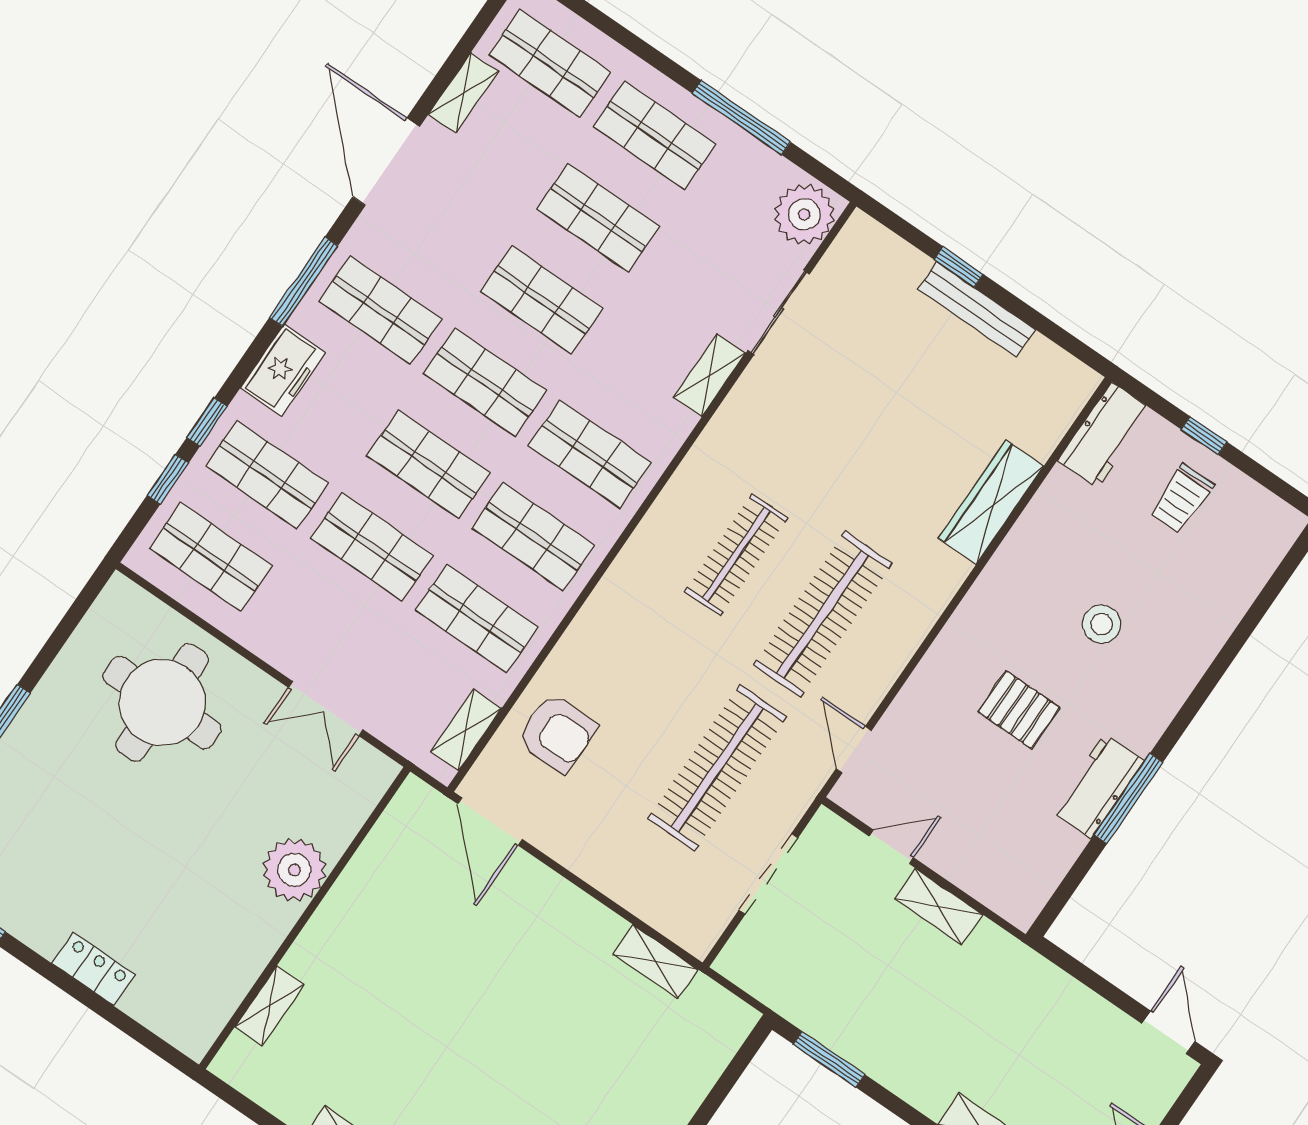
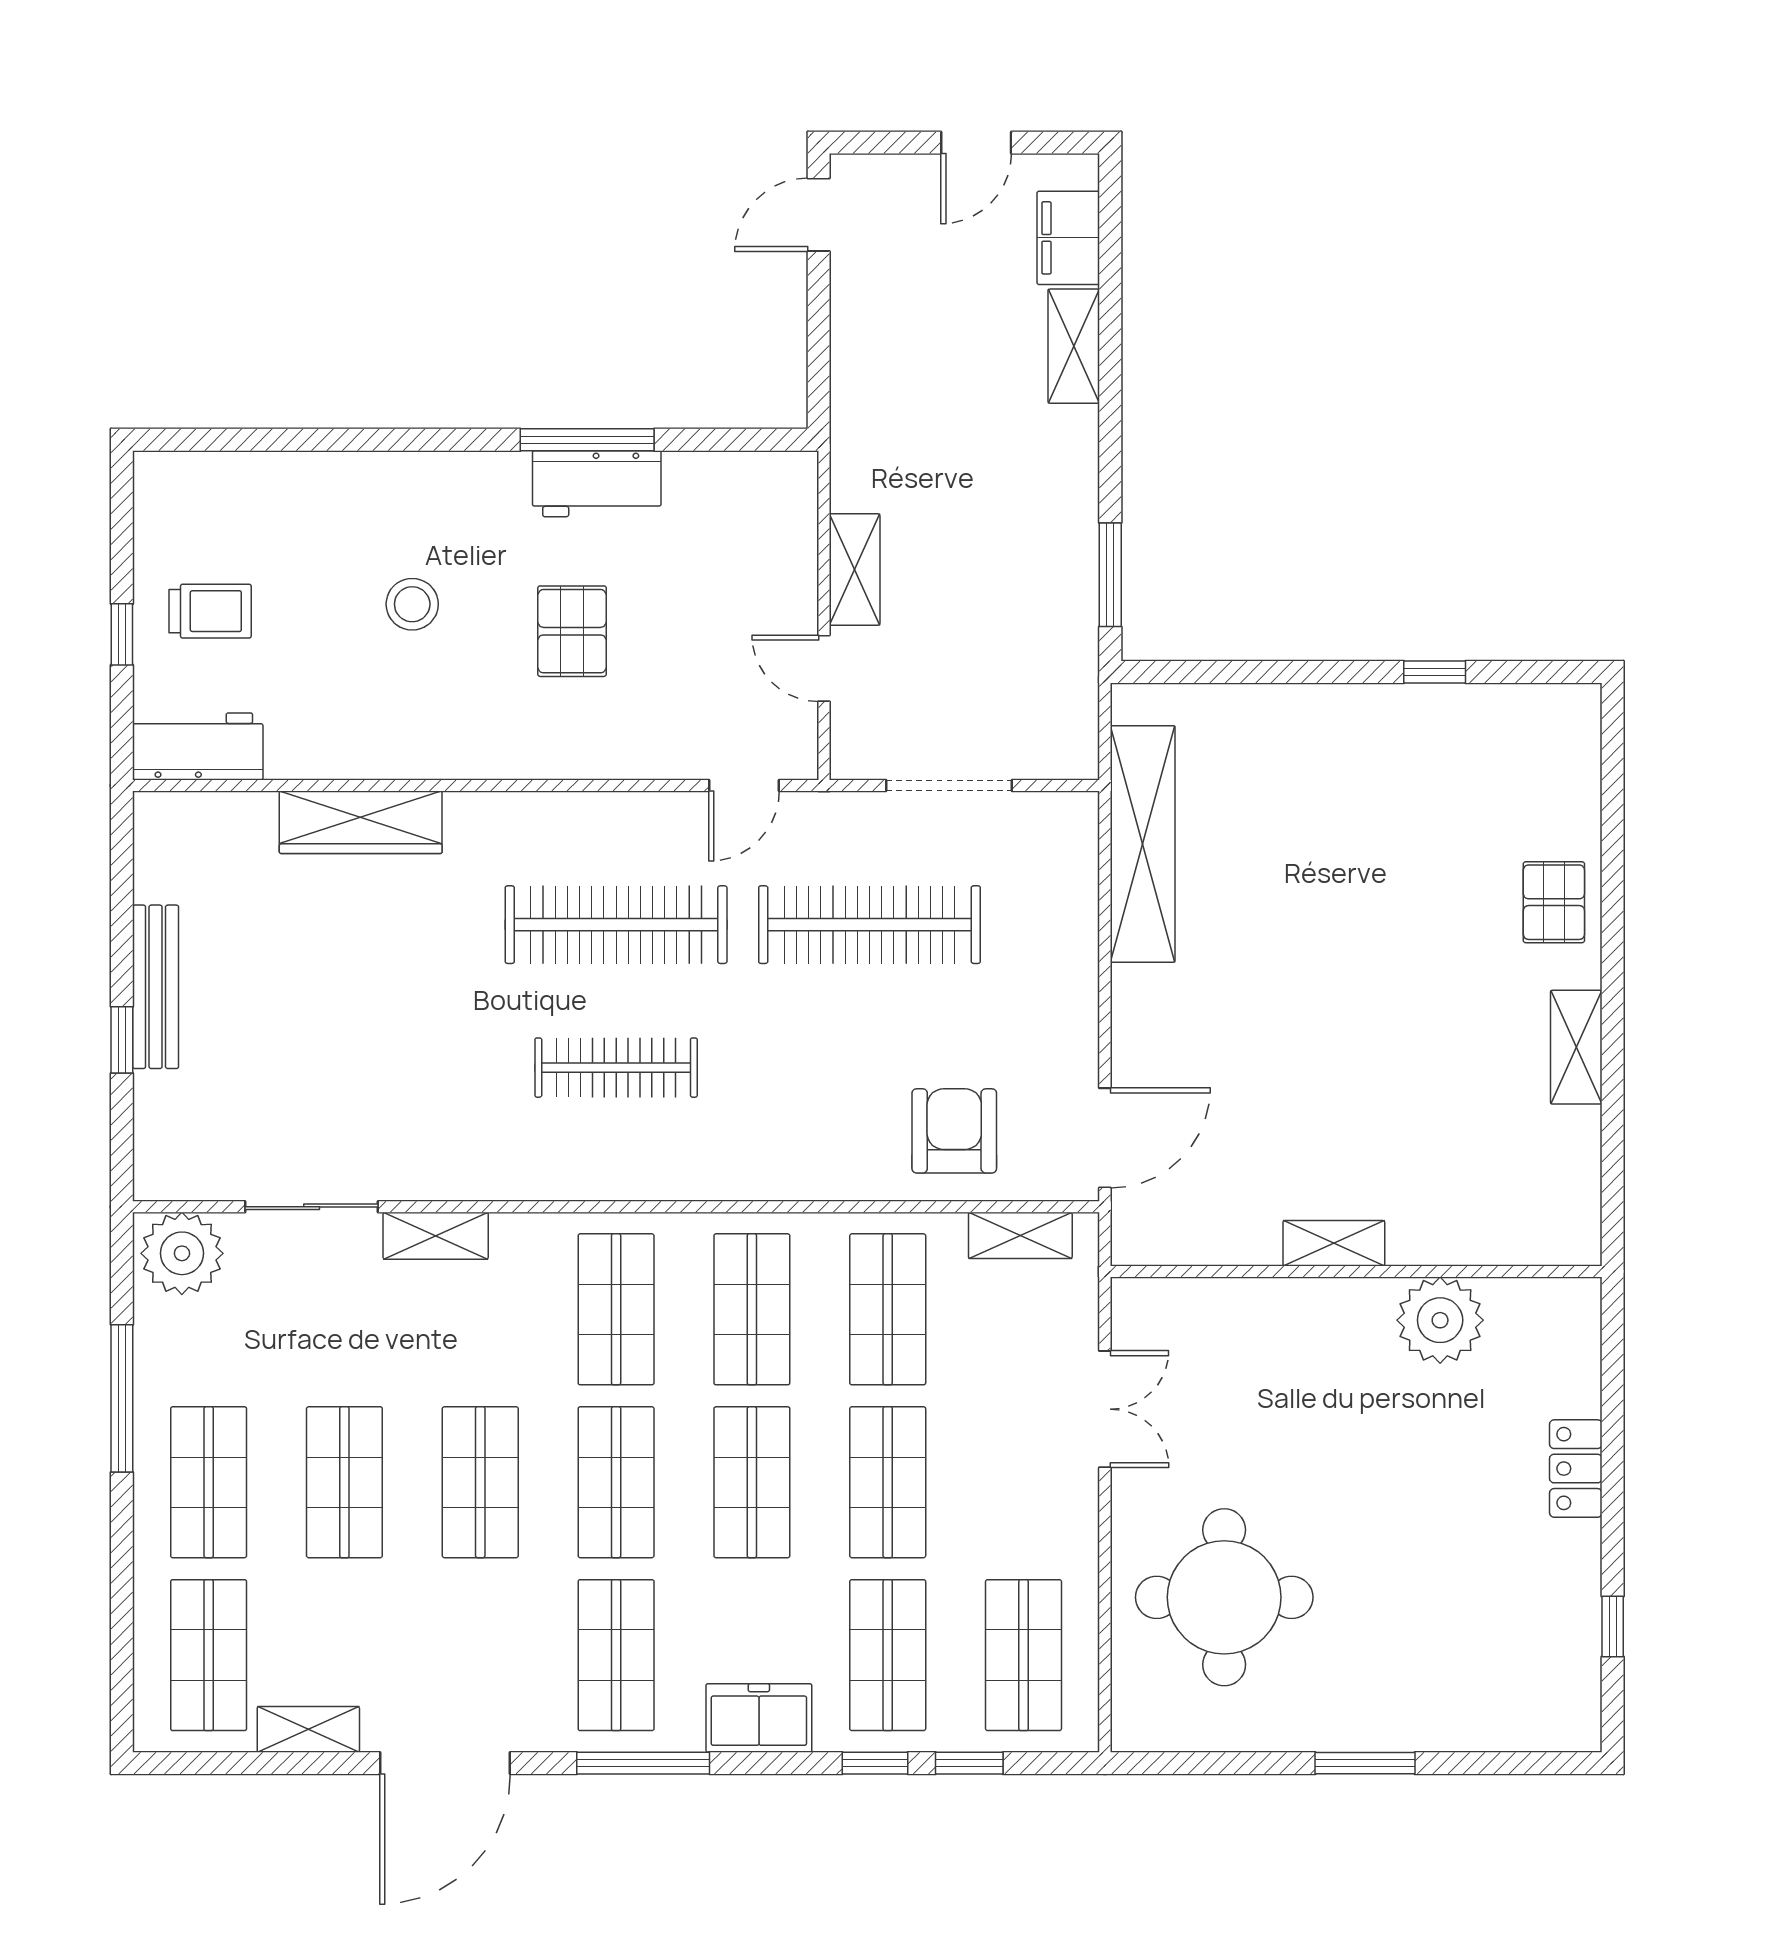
plant: (294, 870) -> (1440, 1320), moved
shelving: (656, 962) -> (1143, 844), width x2.20, depth x1.33
shelving: (269, 1006) -> (1334, 1243), moved

